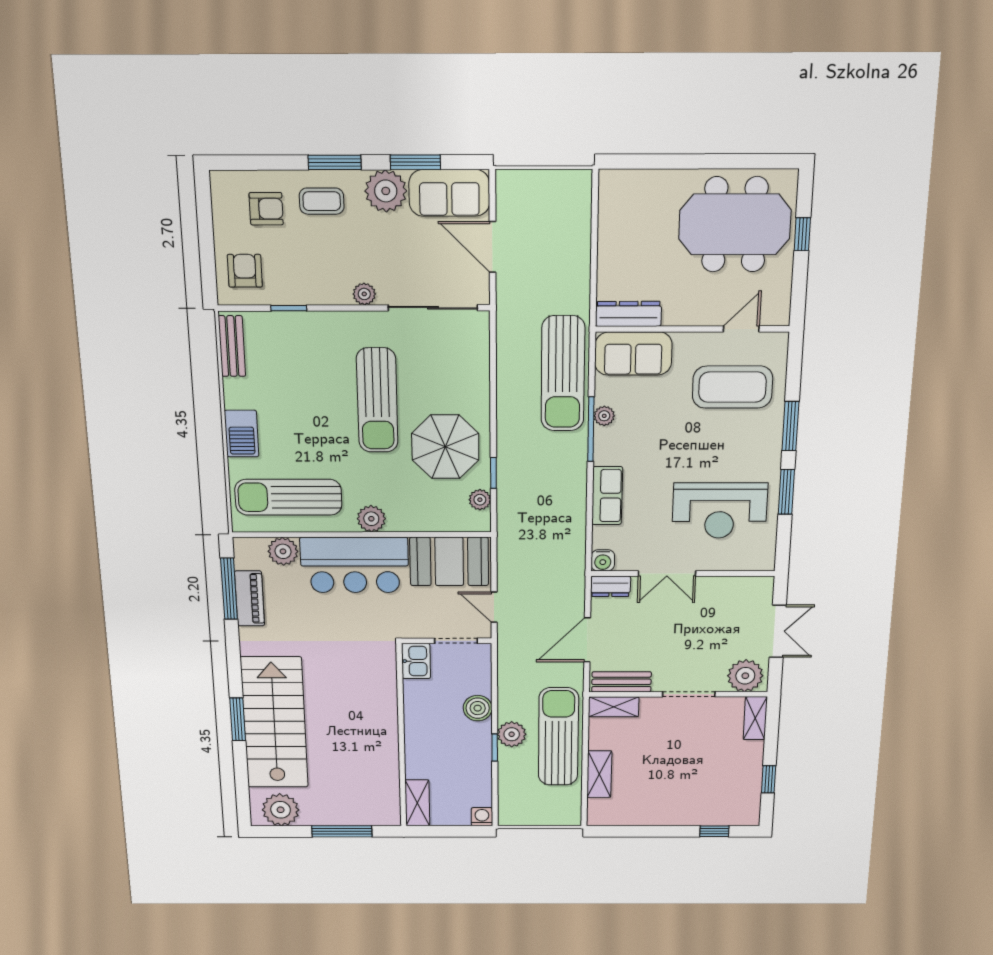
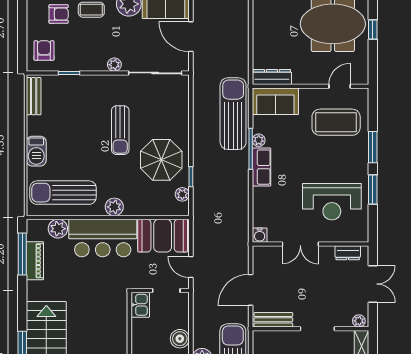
sun lounger: (563, 374) -> (233, 114), turned 180
sun lounger: (377, 400) -> (120, 130), width x0.73, depth x0.75
row of seats: (607, 496) -> (261, 167), moved
dresser: (611, 586) -> (348, 253), moved
plant: (745, 676) -> (359, 321), width x0.53, depth x0.53
shelving: (614, 707) -> (269, 338), removed

